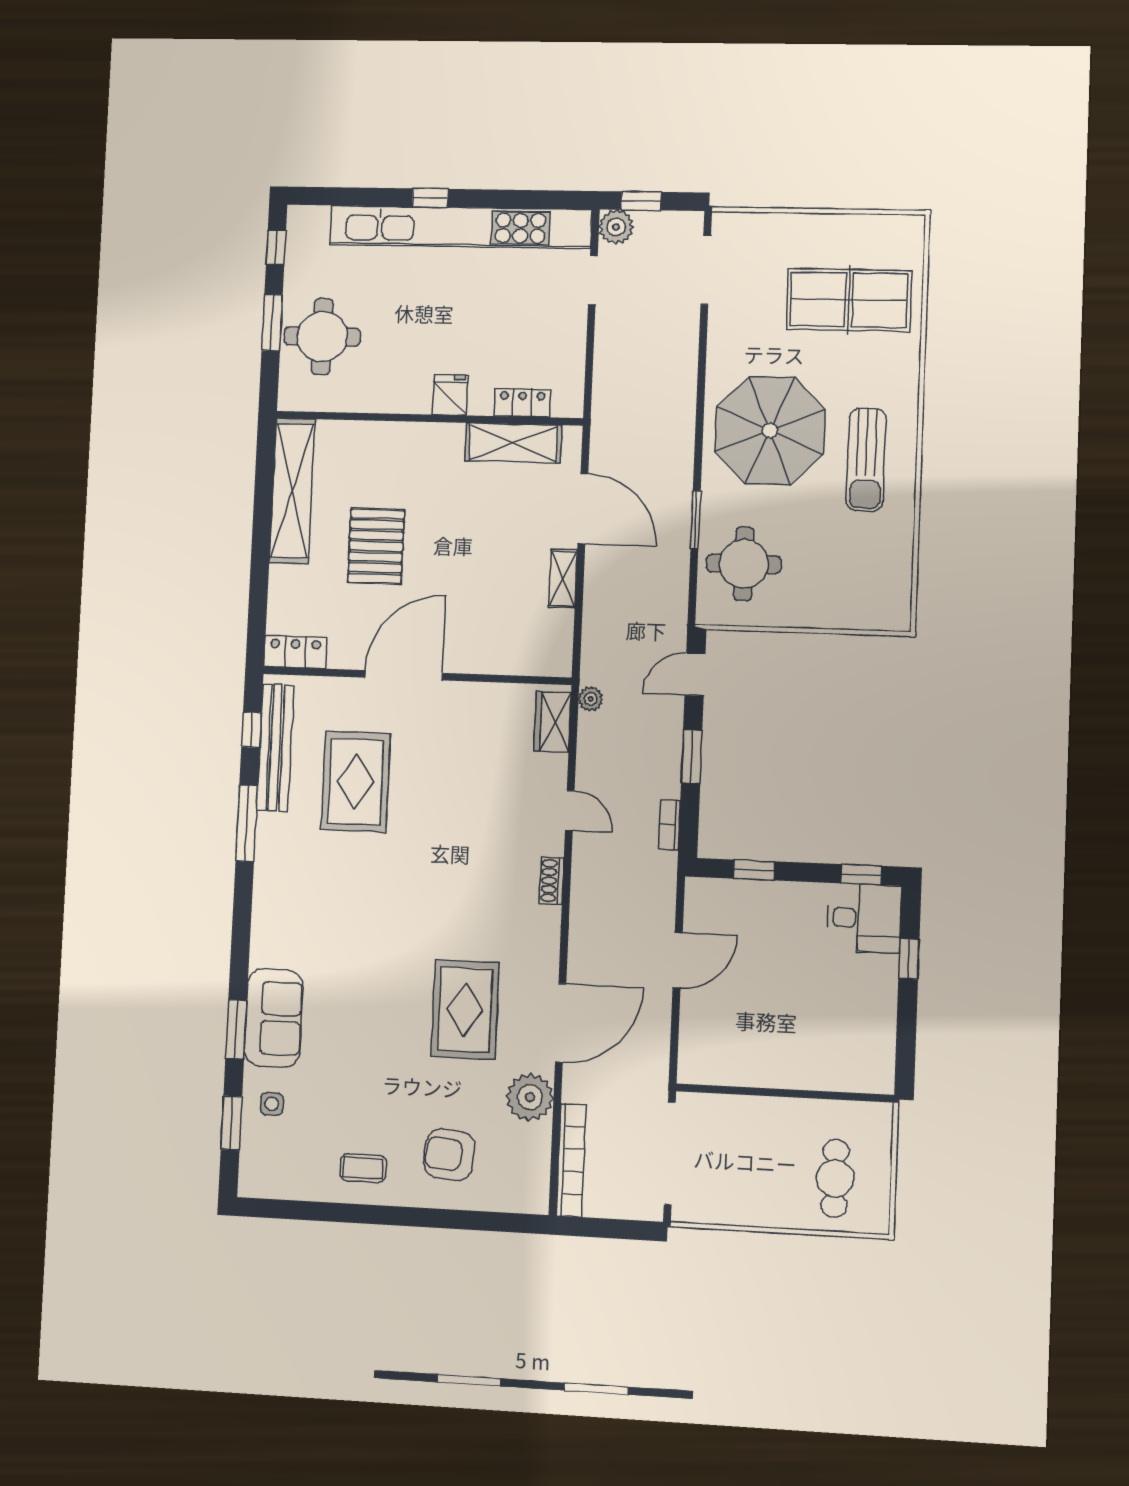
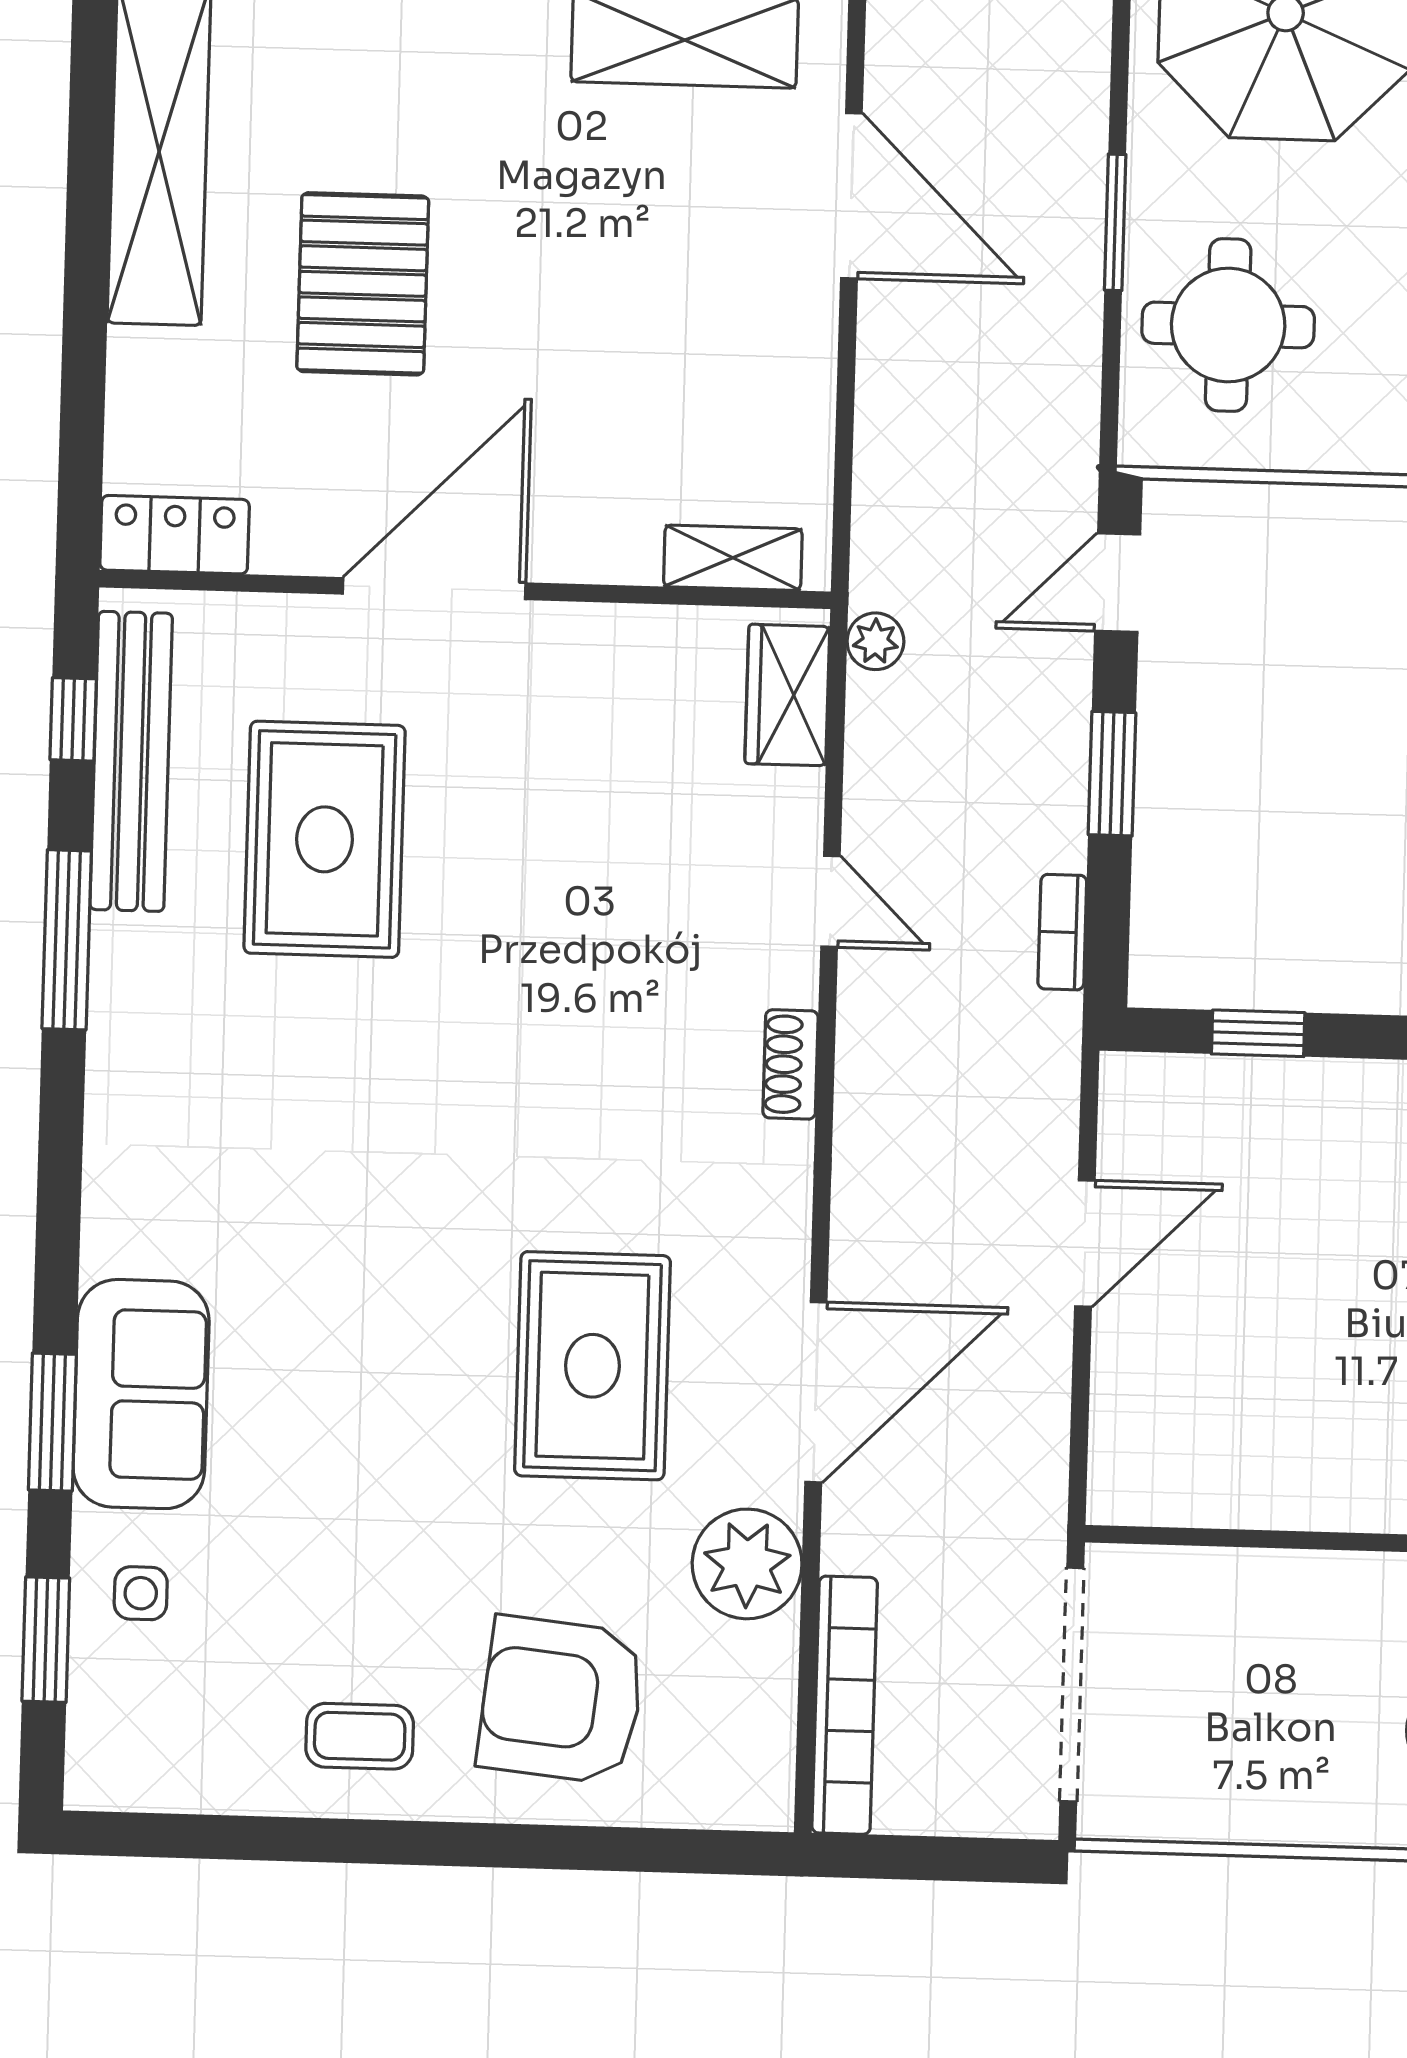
shelving: (563, 579) -> (733, 558), moved, turned 90
armchair: (449, 1155) -> (561, 1700), width x1.36, depth x1.36

